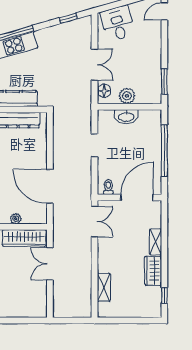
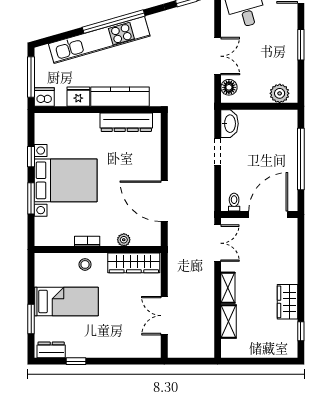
window: (164, 82) -> (301, 45), moved
plant: (127, 96) -> (280, 93), moved
washbasin: (126, 117) -> (229, 124), moved, turned -90
shelving: (156, 242) -> (228, 288), moved
double door: (50, 264) -> (164, 316), moved

